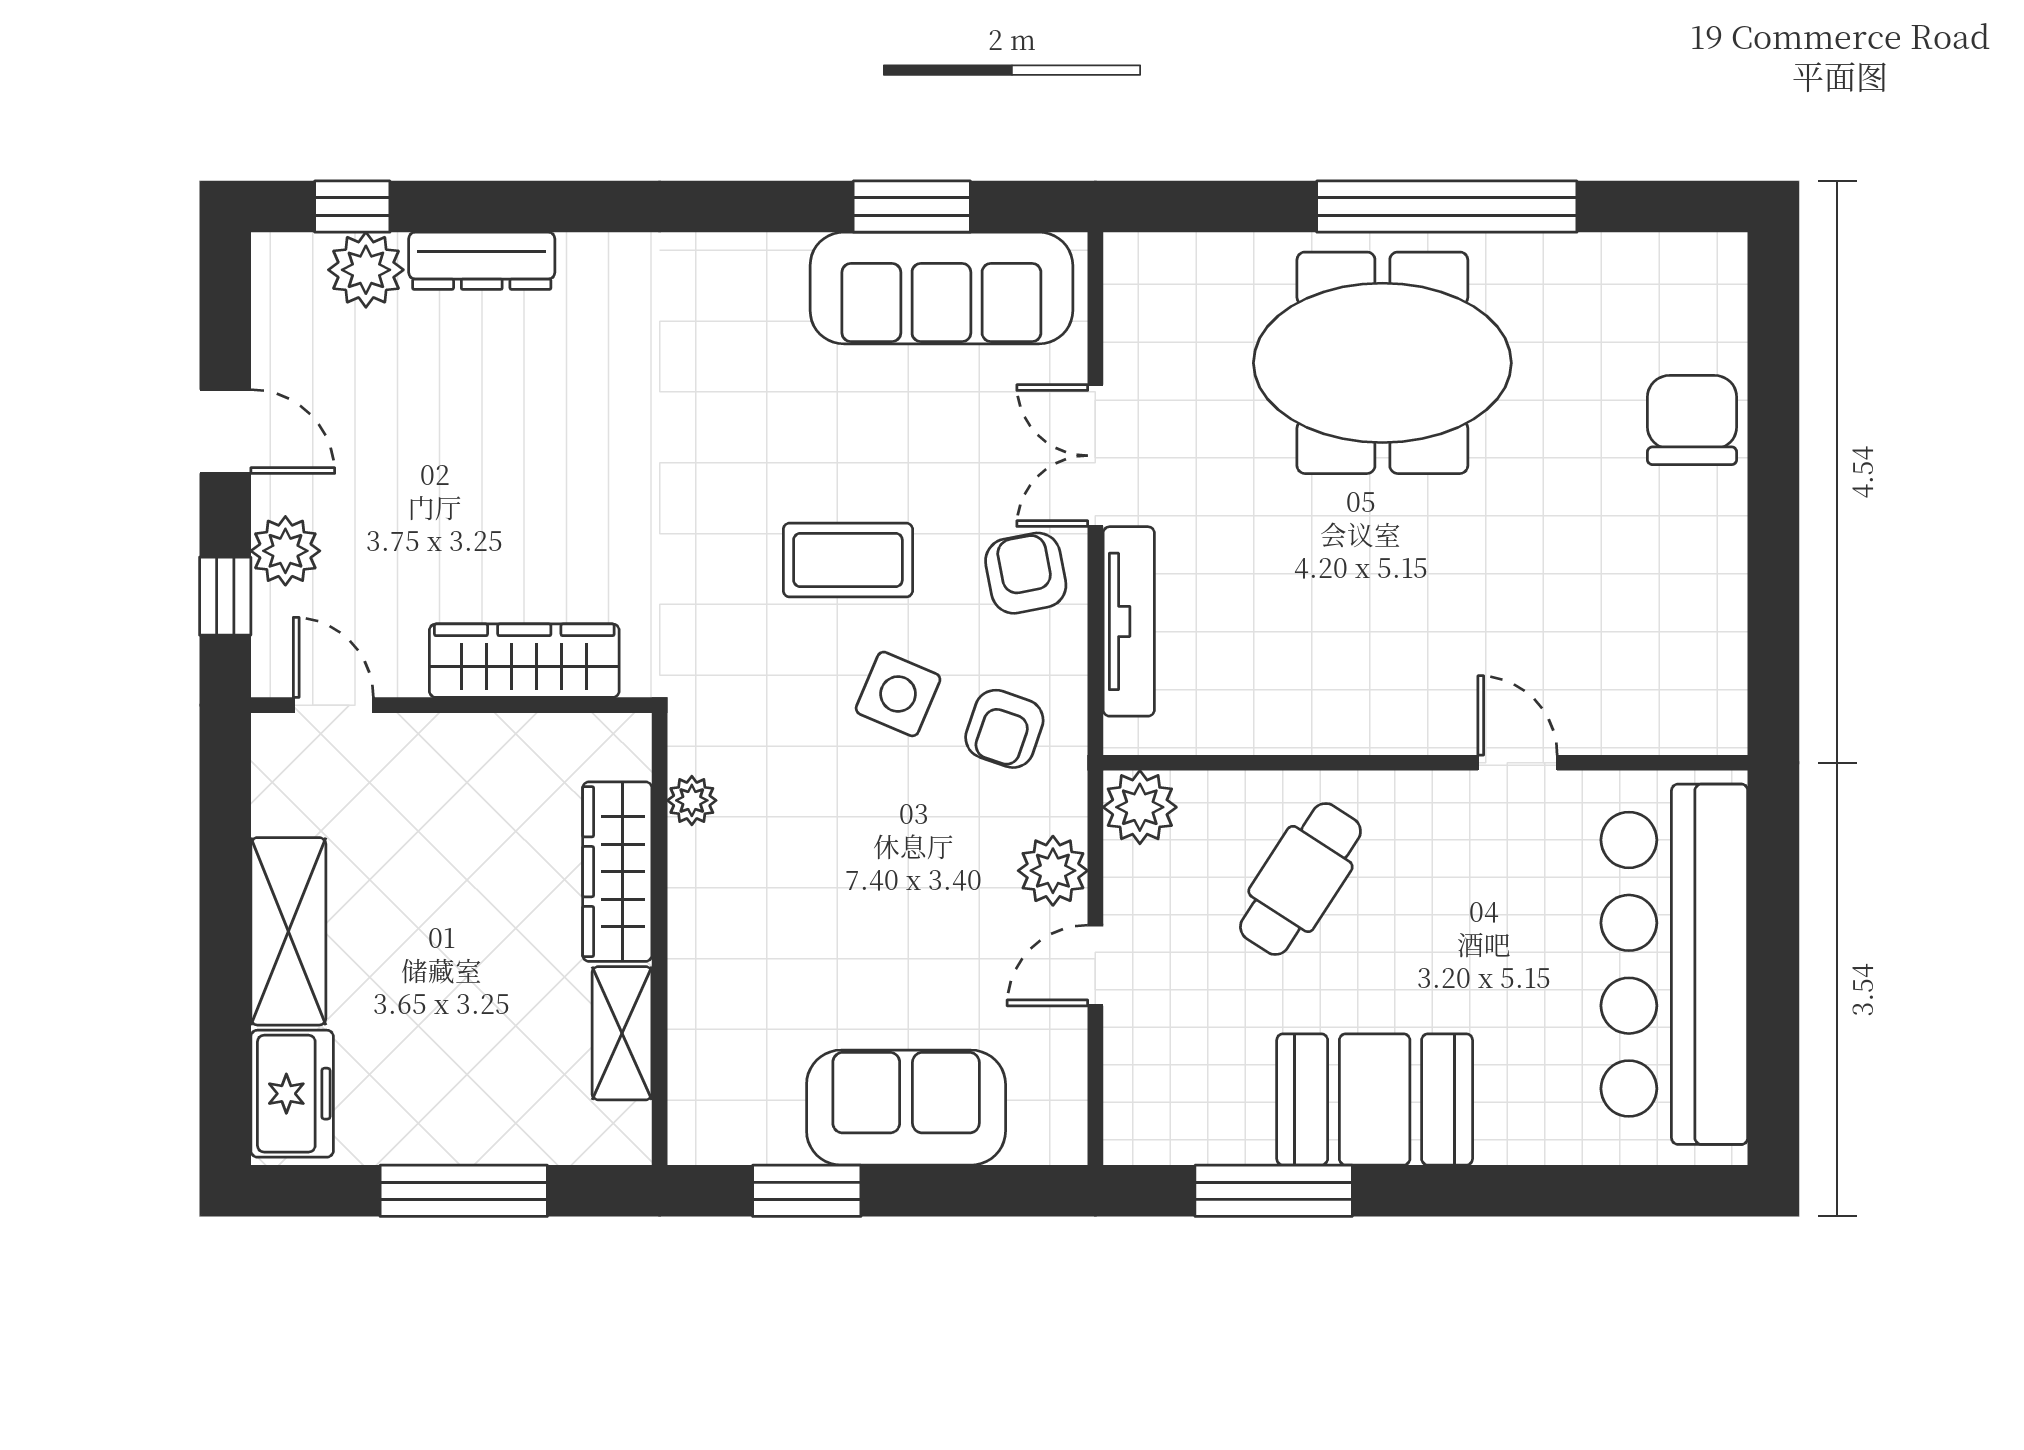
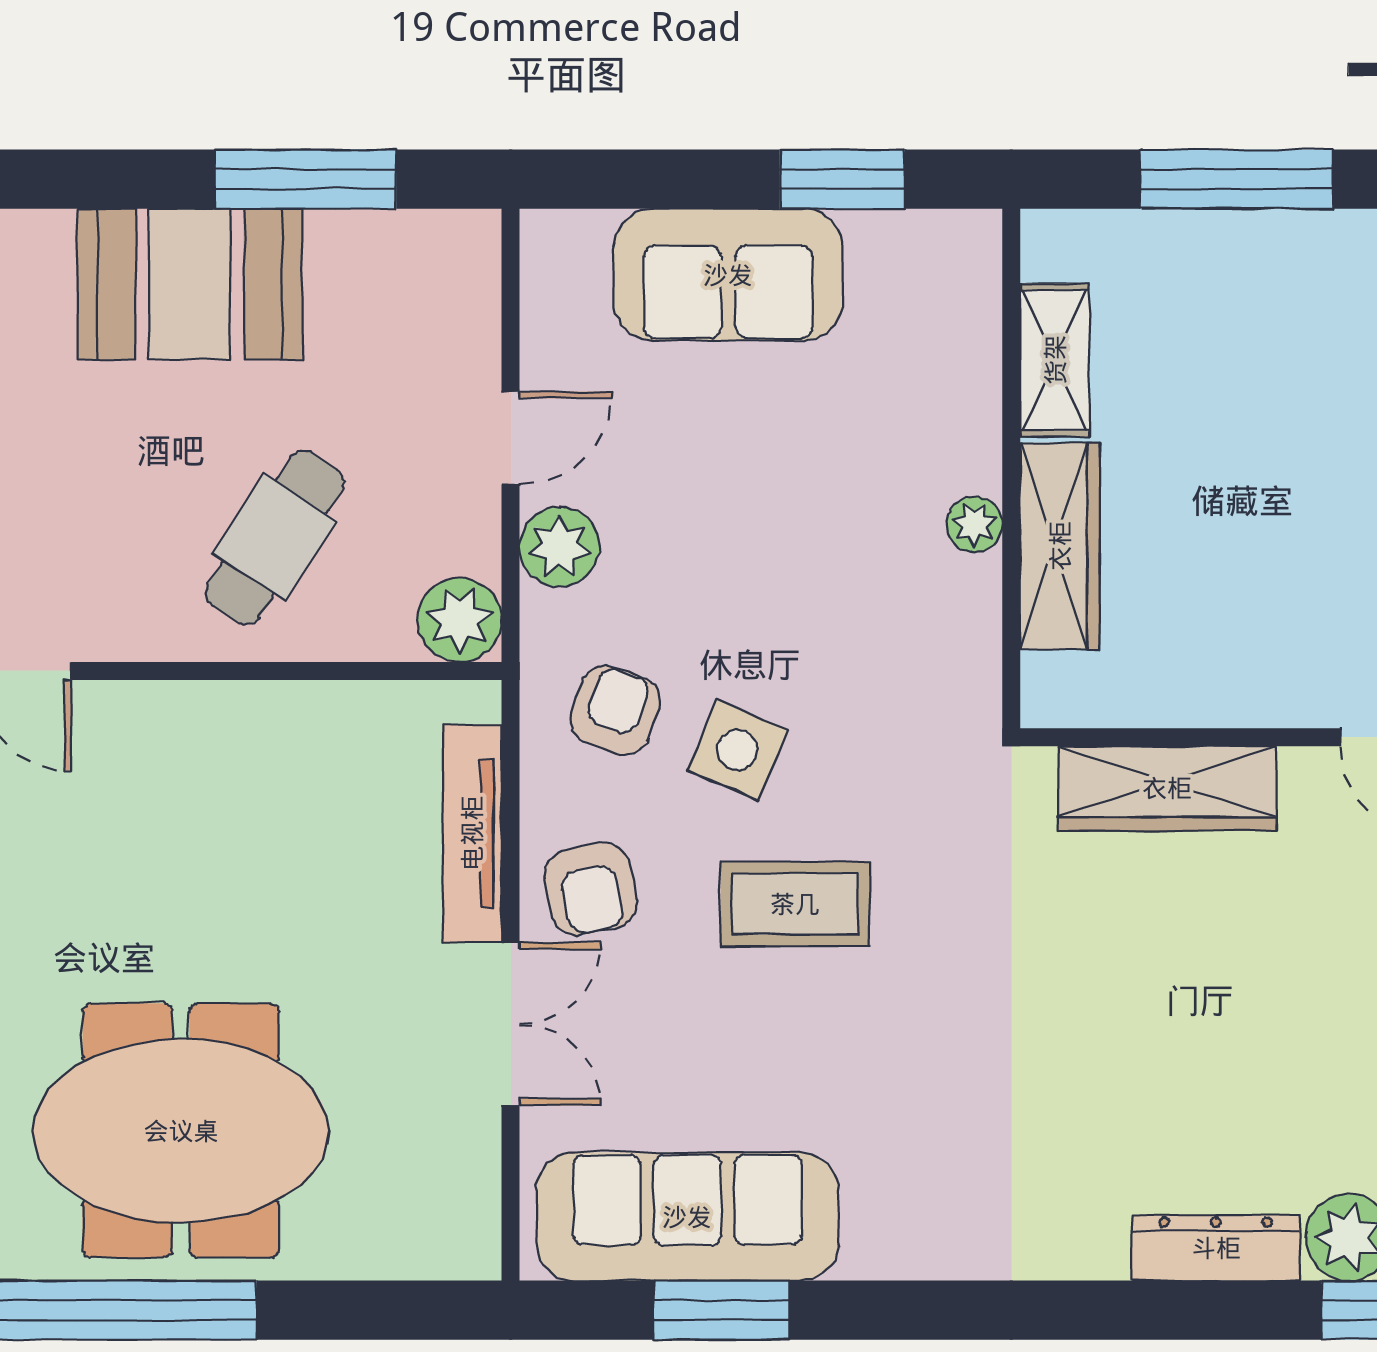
plant: (692, 800) -> (974, 524), moved

